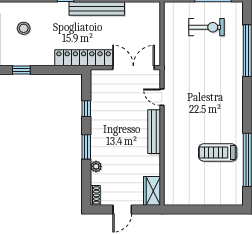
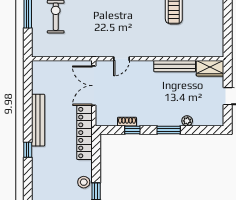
stool: (24, 28) -> (84, 182), moved
bench: (154, 132) -> (175, 66), moved
shoe rack: (95, 195) -> (127, 122), moved

